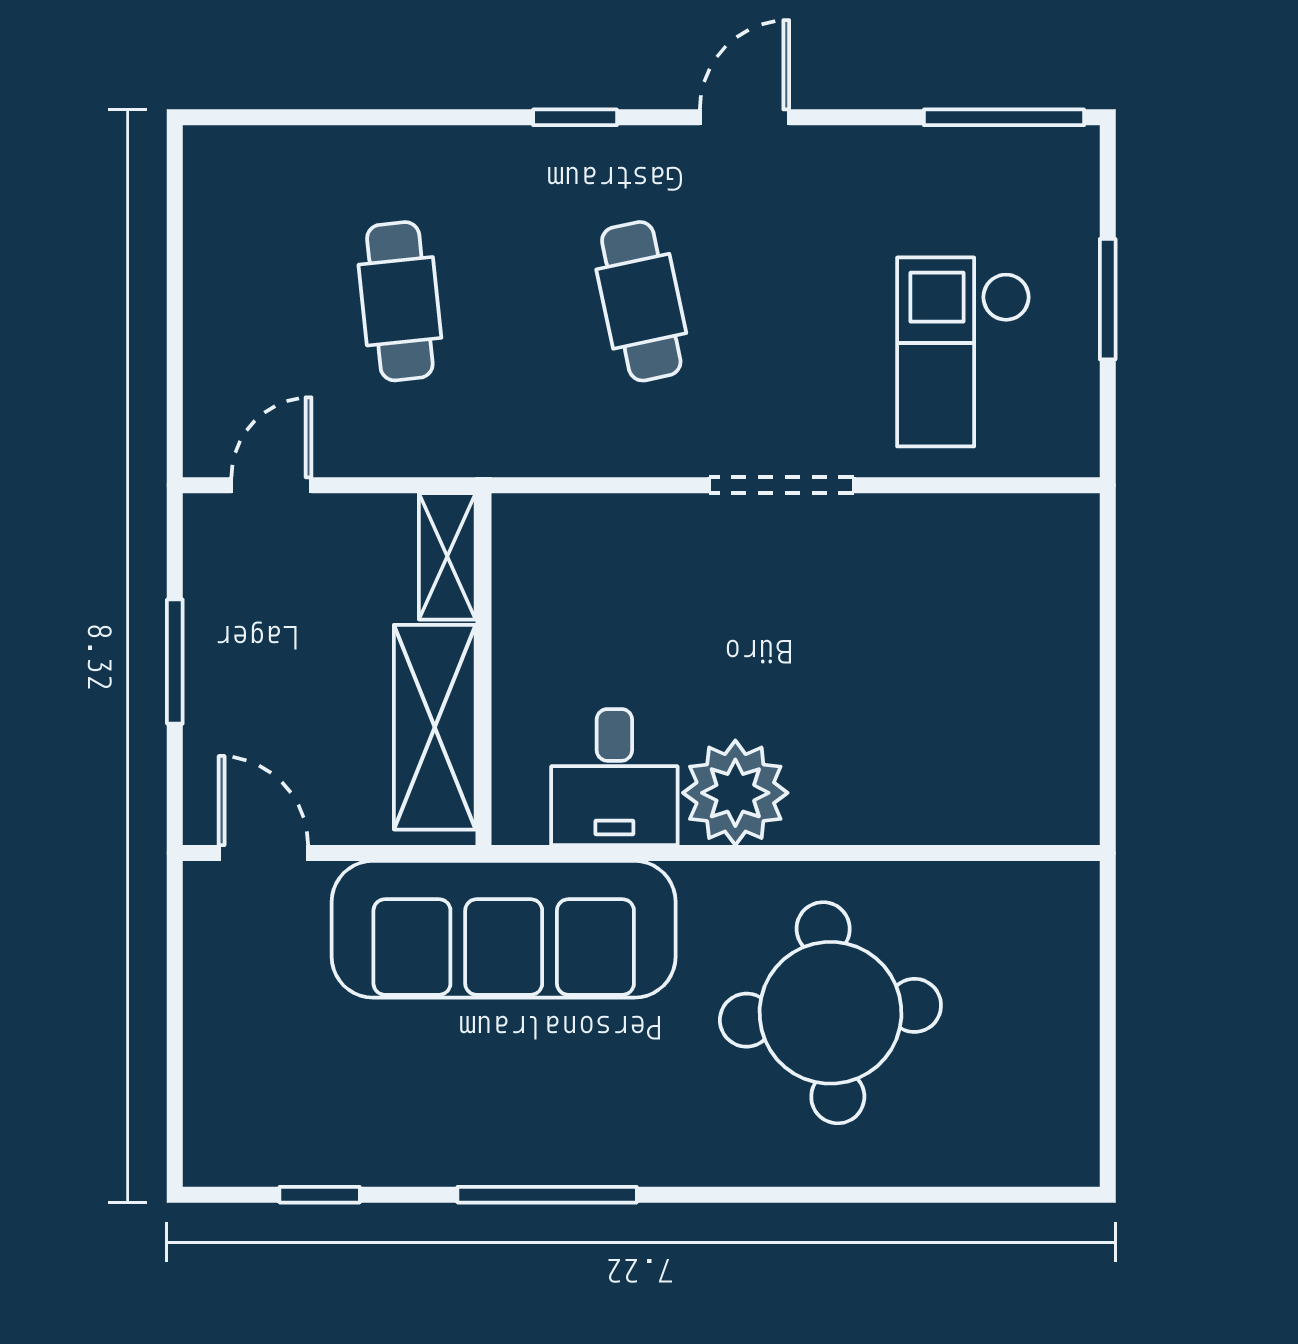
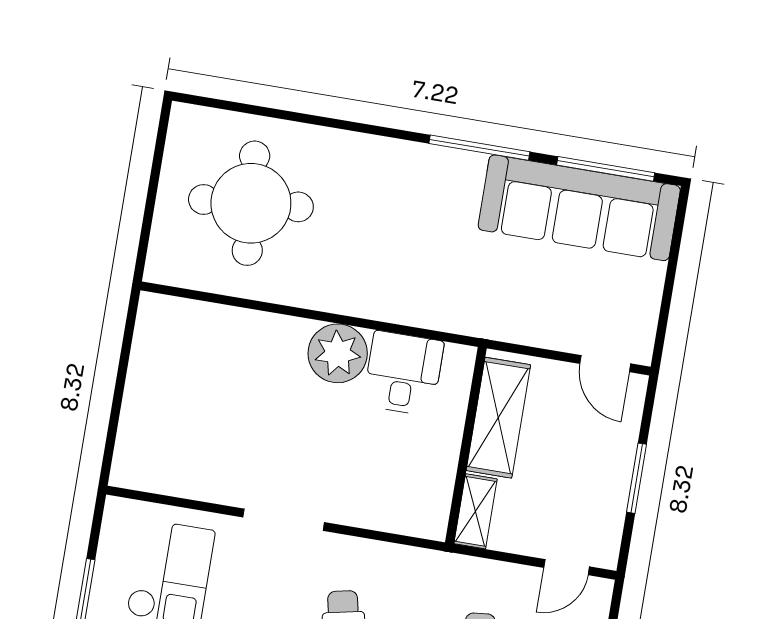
sofa: (504, 929) -> (579, 208), moved, turned 180
round table: (830, 1013) -> (251, 203), moved
window: (320, 1195) -> (606, 169), width x2.17

